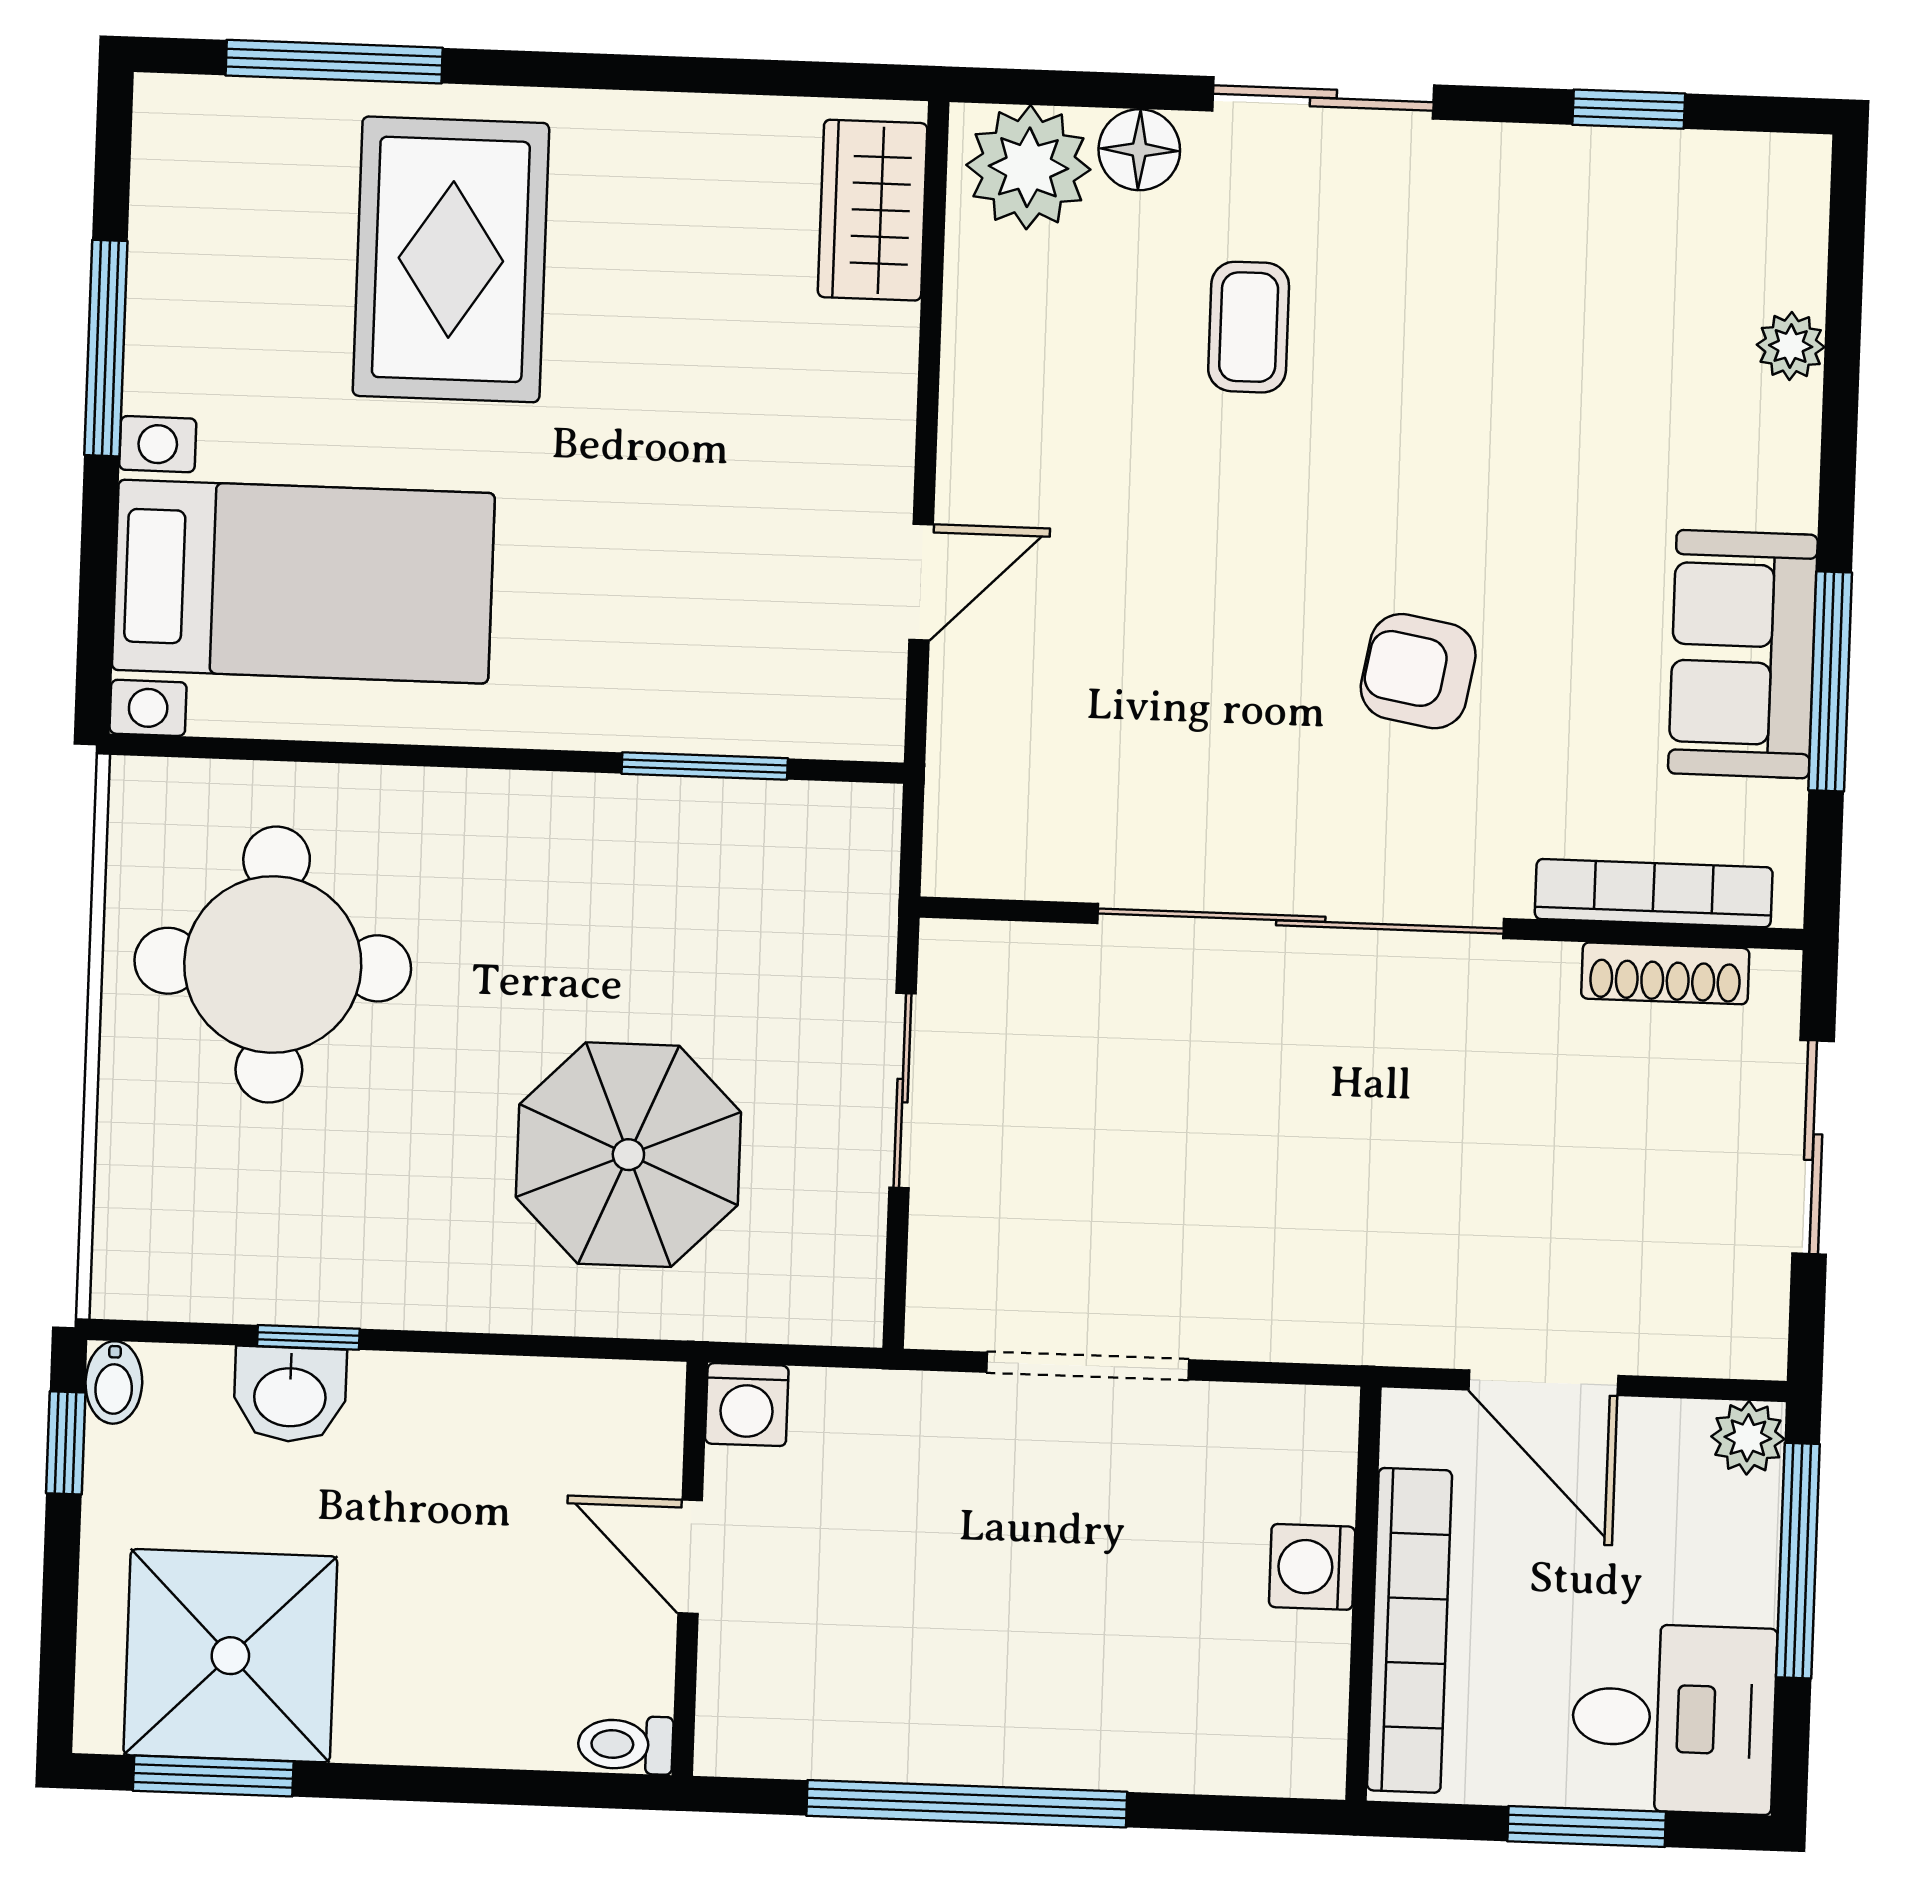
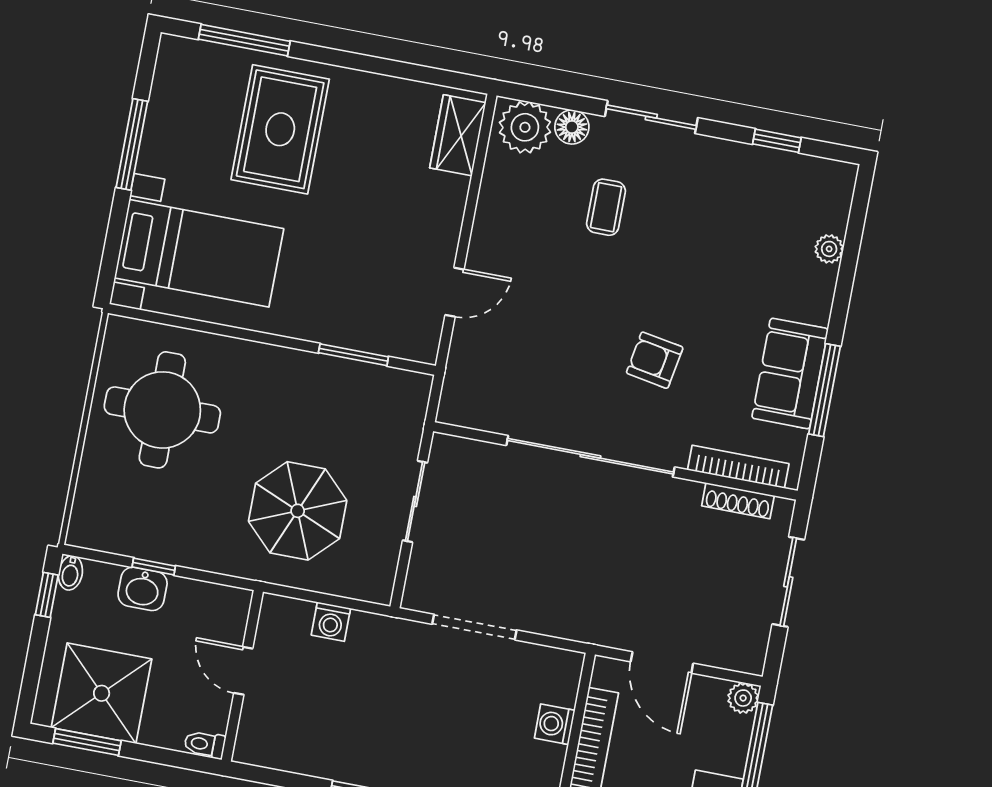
door: (690, 1557) -> (243, 671), moved
wall: (690, 1569) -> (242, 676), moved
toilet: (625, 1745) -> (205, 744), moved

